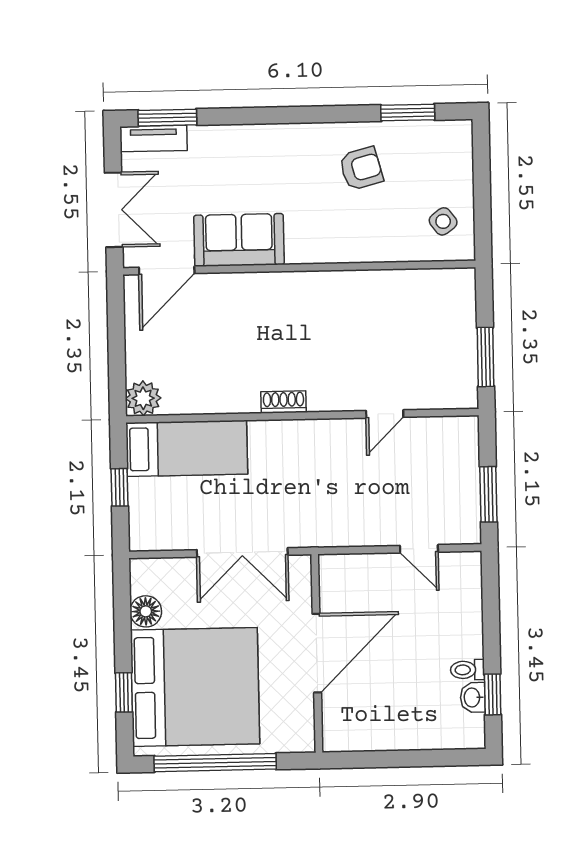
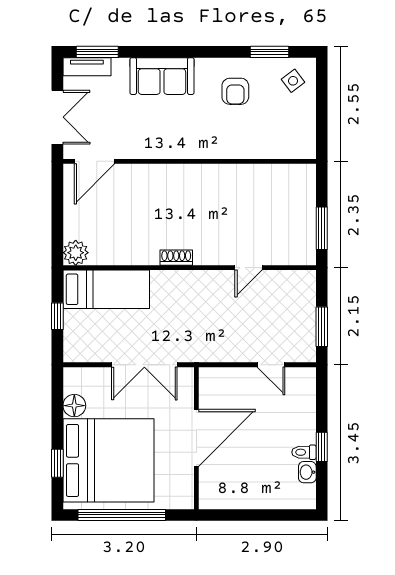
armchair: (361, 168) -> (235, 91), turned 105
side table: (443, 221) -> (293, 81), moved
sofa: (239, 240) -> (162, 76), moved, turned 180
window: (493, 694) -> (322, 447), moved

